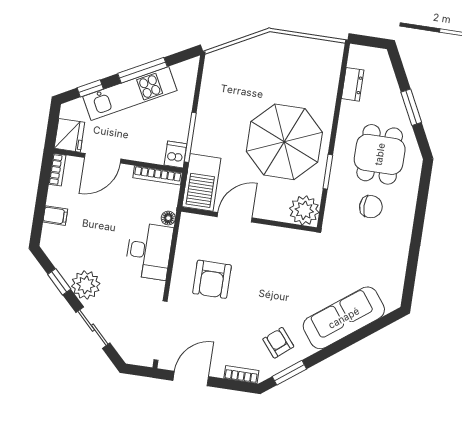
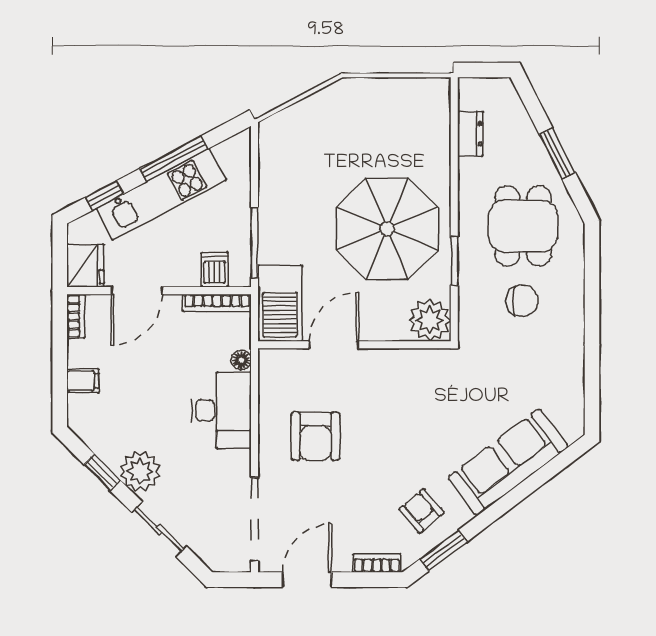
dishwasher: (175, 154) -> (215, 270), moved

